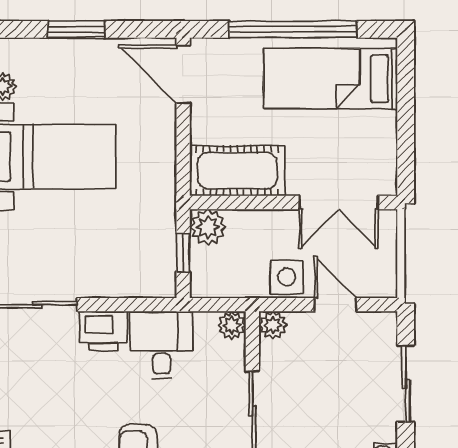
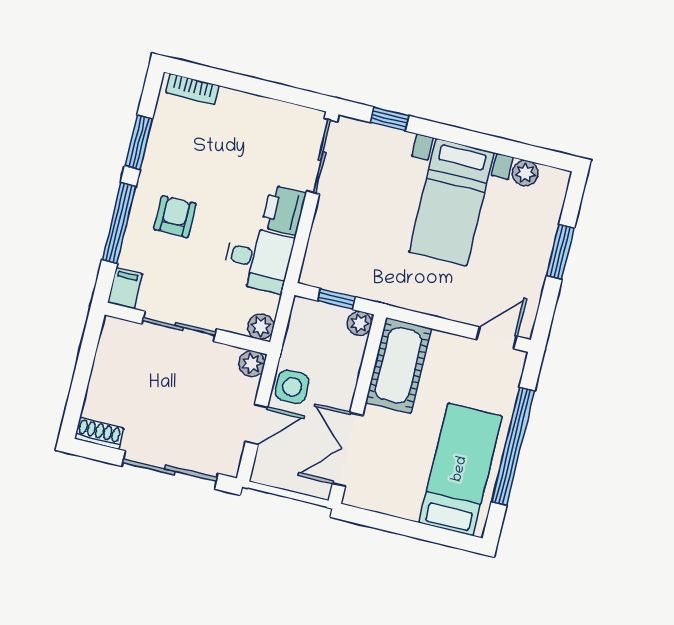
door: (183, 74) -> (497, 338), width x0.73
plant: (208, 227) -> (360, 323), width x0.73, depth x0.73
sliding door: (406, 384) -> (170, 470), width x1.37

